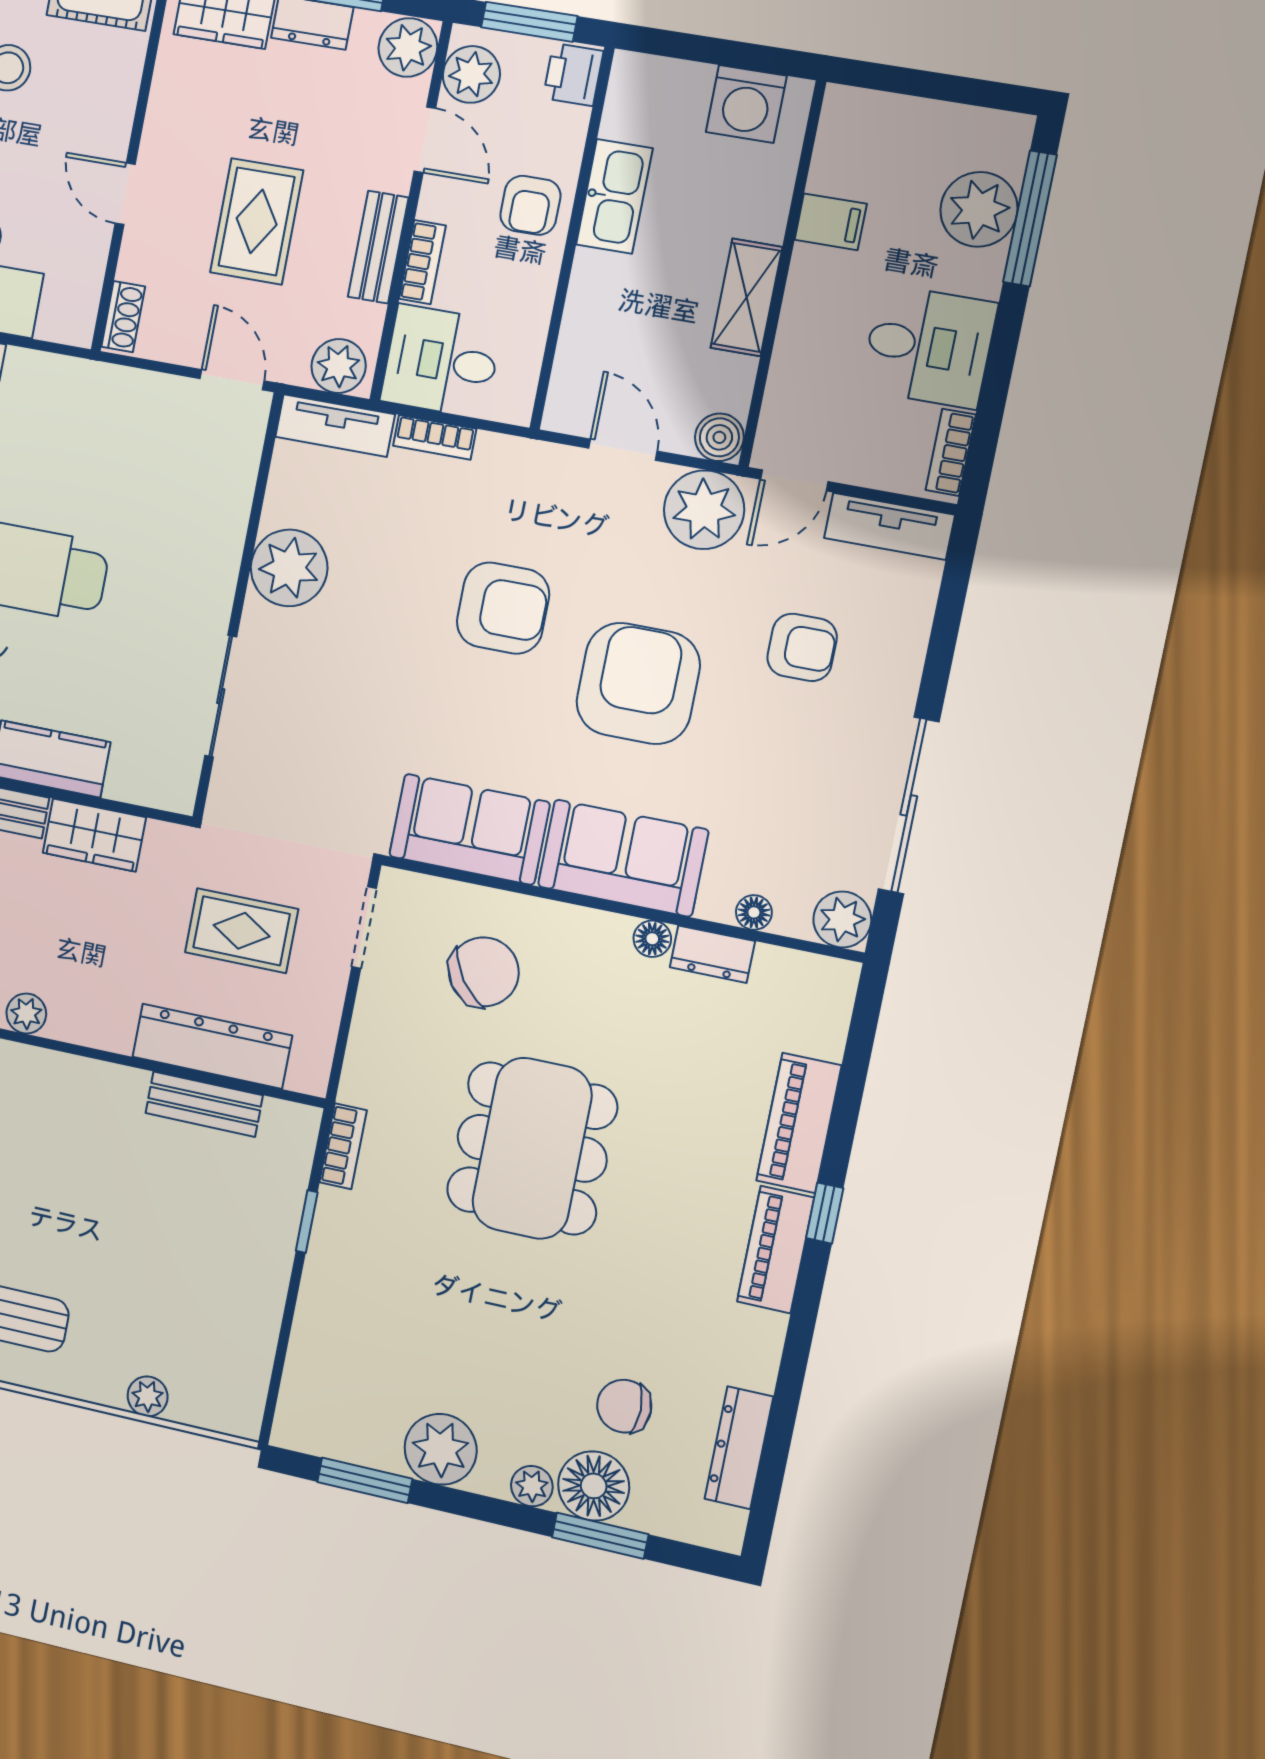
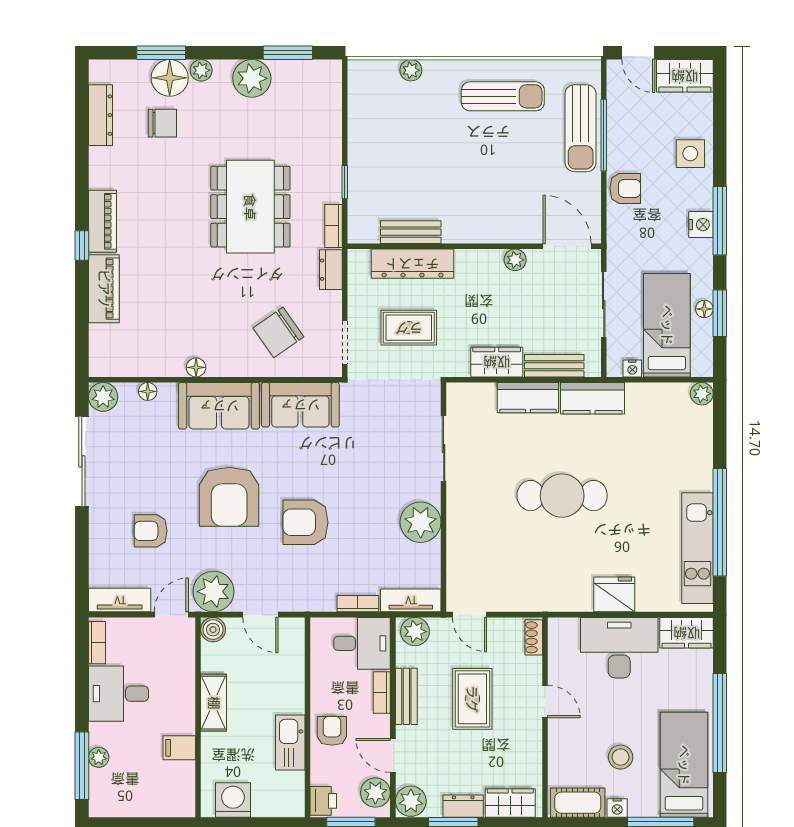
plant: (979, 209) -> (99, 757), width x0.53, depth x0.53
dresser: (712, 954) -> (331, 270), moved, turned -90
dining table: (532, 1148) -> (250, 207), moved

